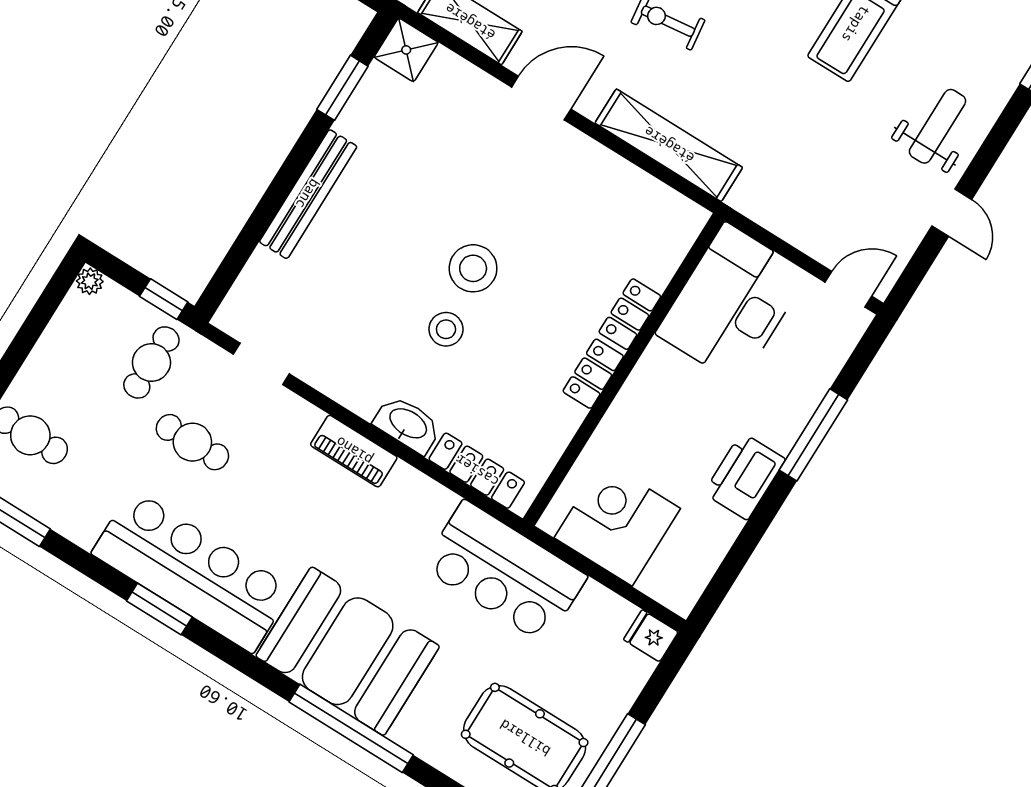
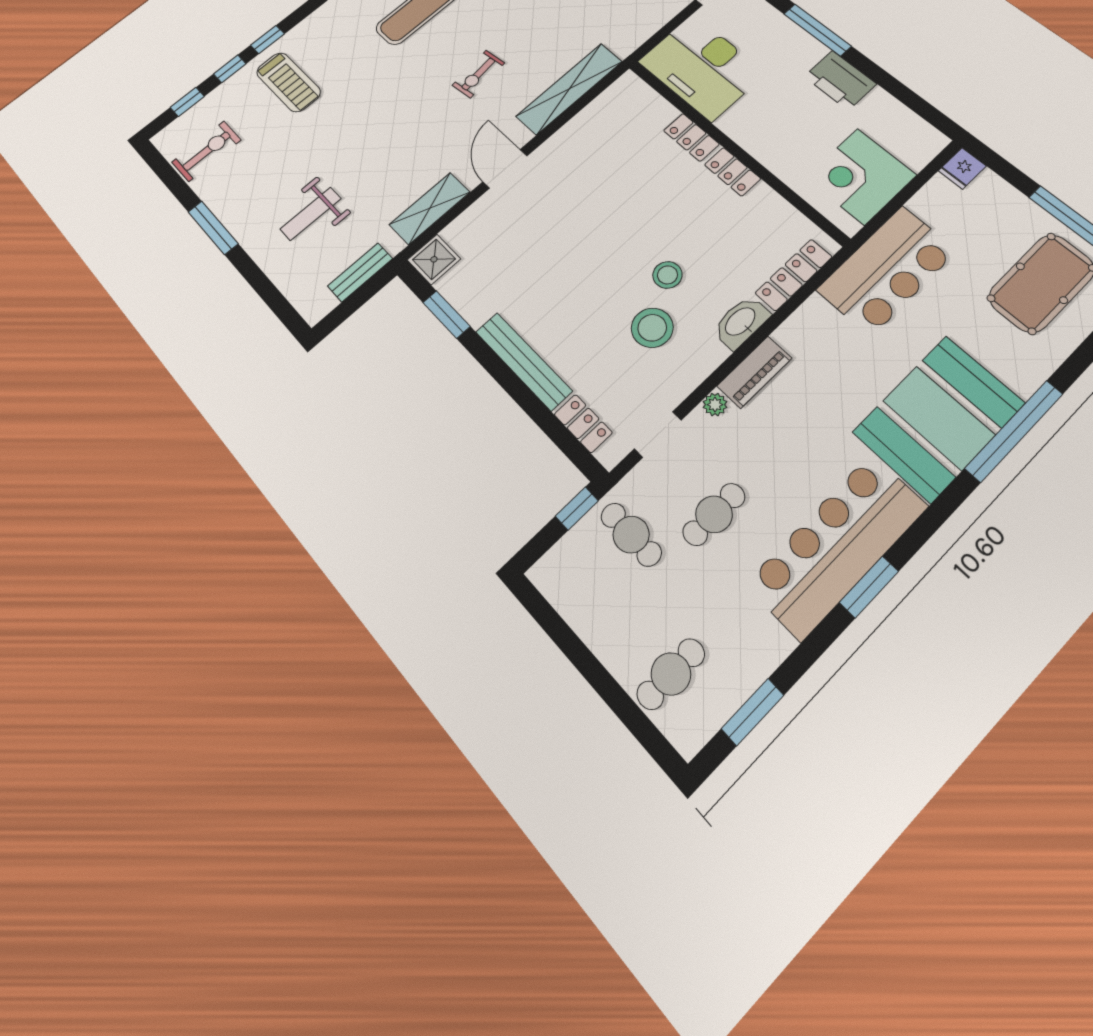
stool: (473, 268) -> (652, 328), moved
plant: (90, 281) -> (715, 405), moved
locker: (254, 281) -> (583, 423), added

